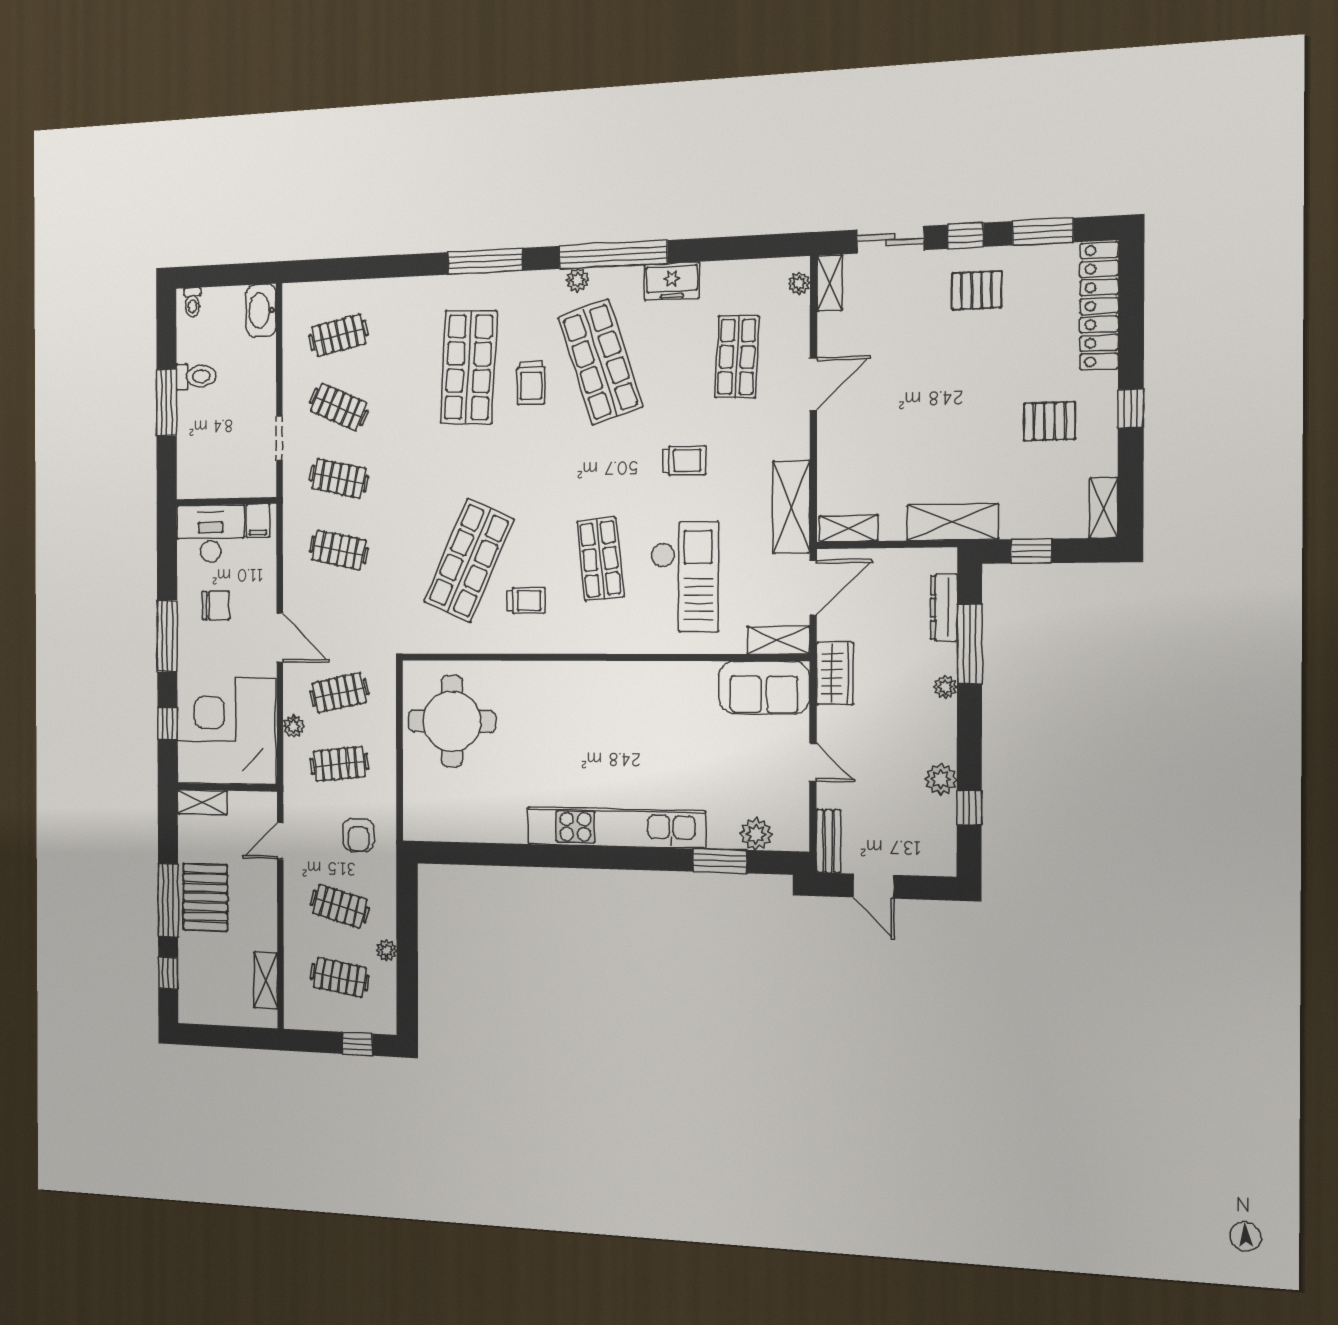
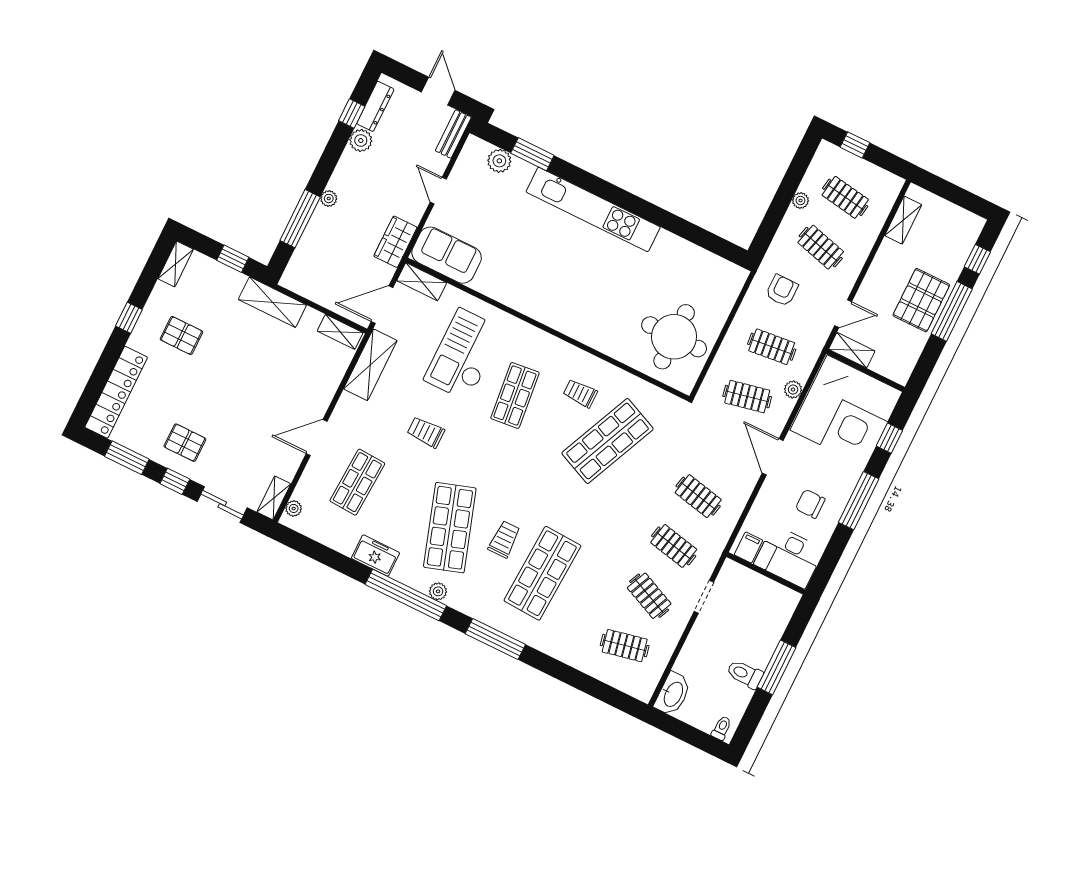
dresser: (944, 608) -> (375, 106), moved
shelving: (202, 802) -> (852, 350), moved

